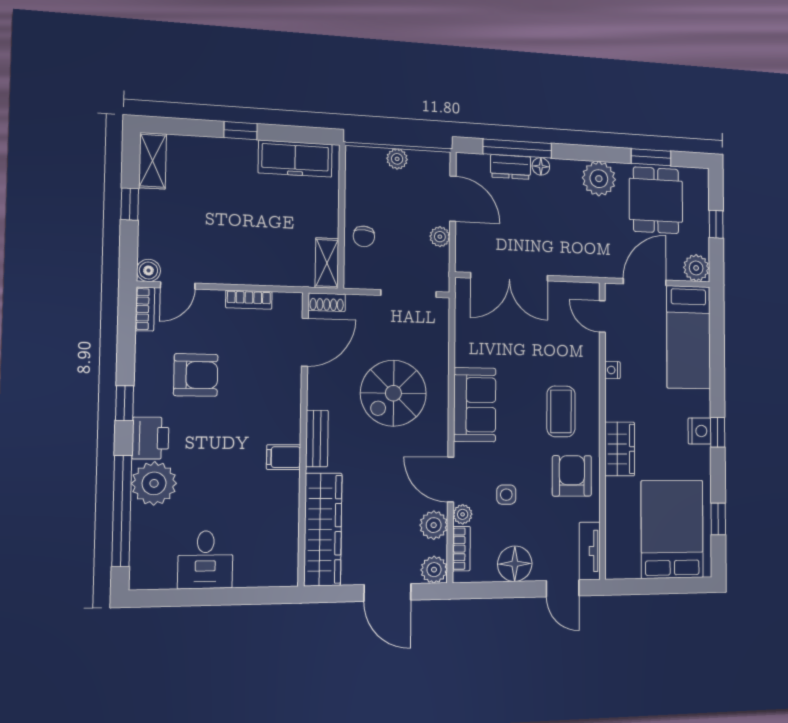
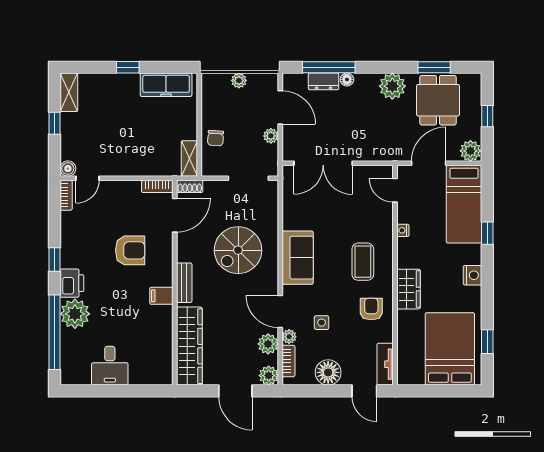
bookcase: (249, 300) -> (157, 186), moved
armchair: (196, 375) -> (130, 250), moved
window: (718, 432) -> (487, 233), moved
armchair: (572, 476) -> (371, 309), width x0.72, depth x0.72

